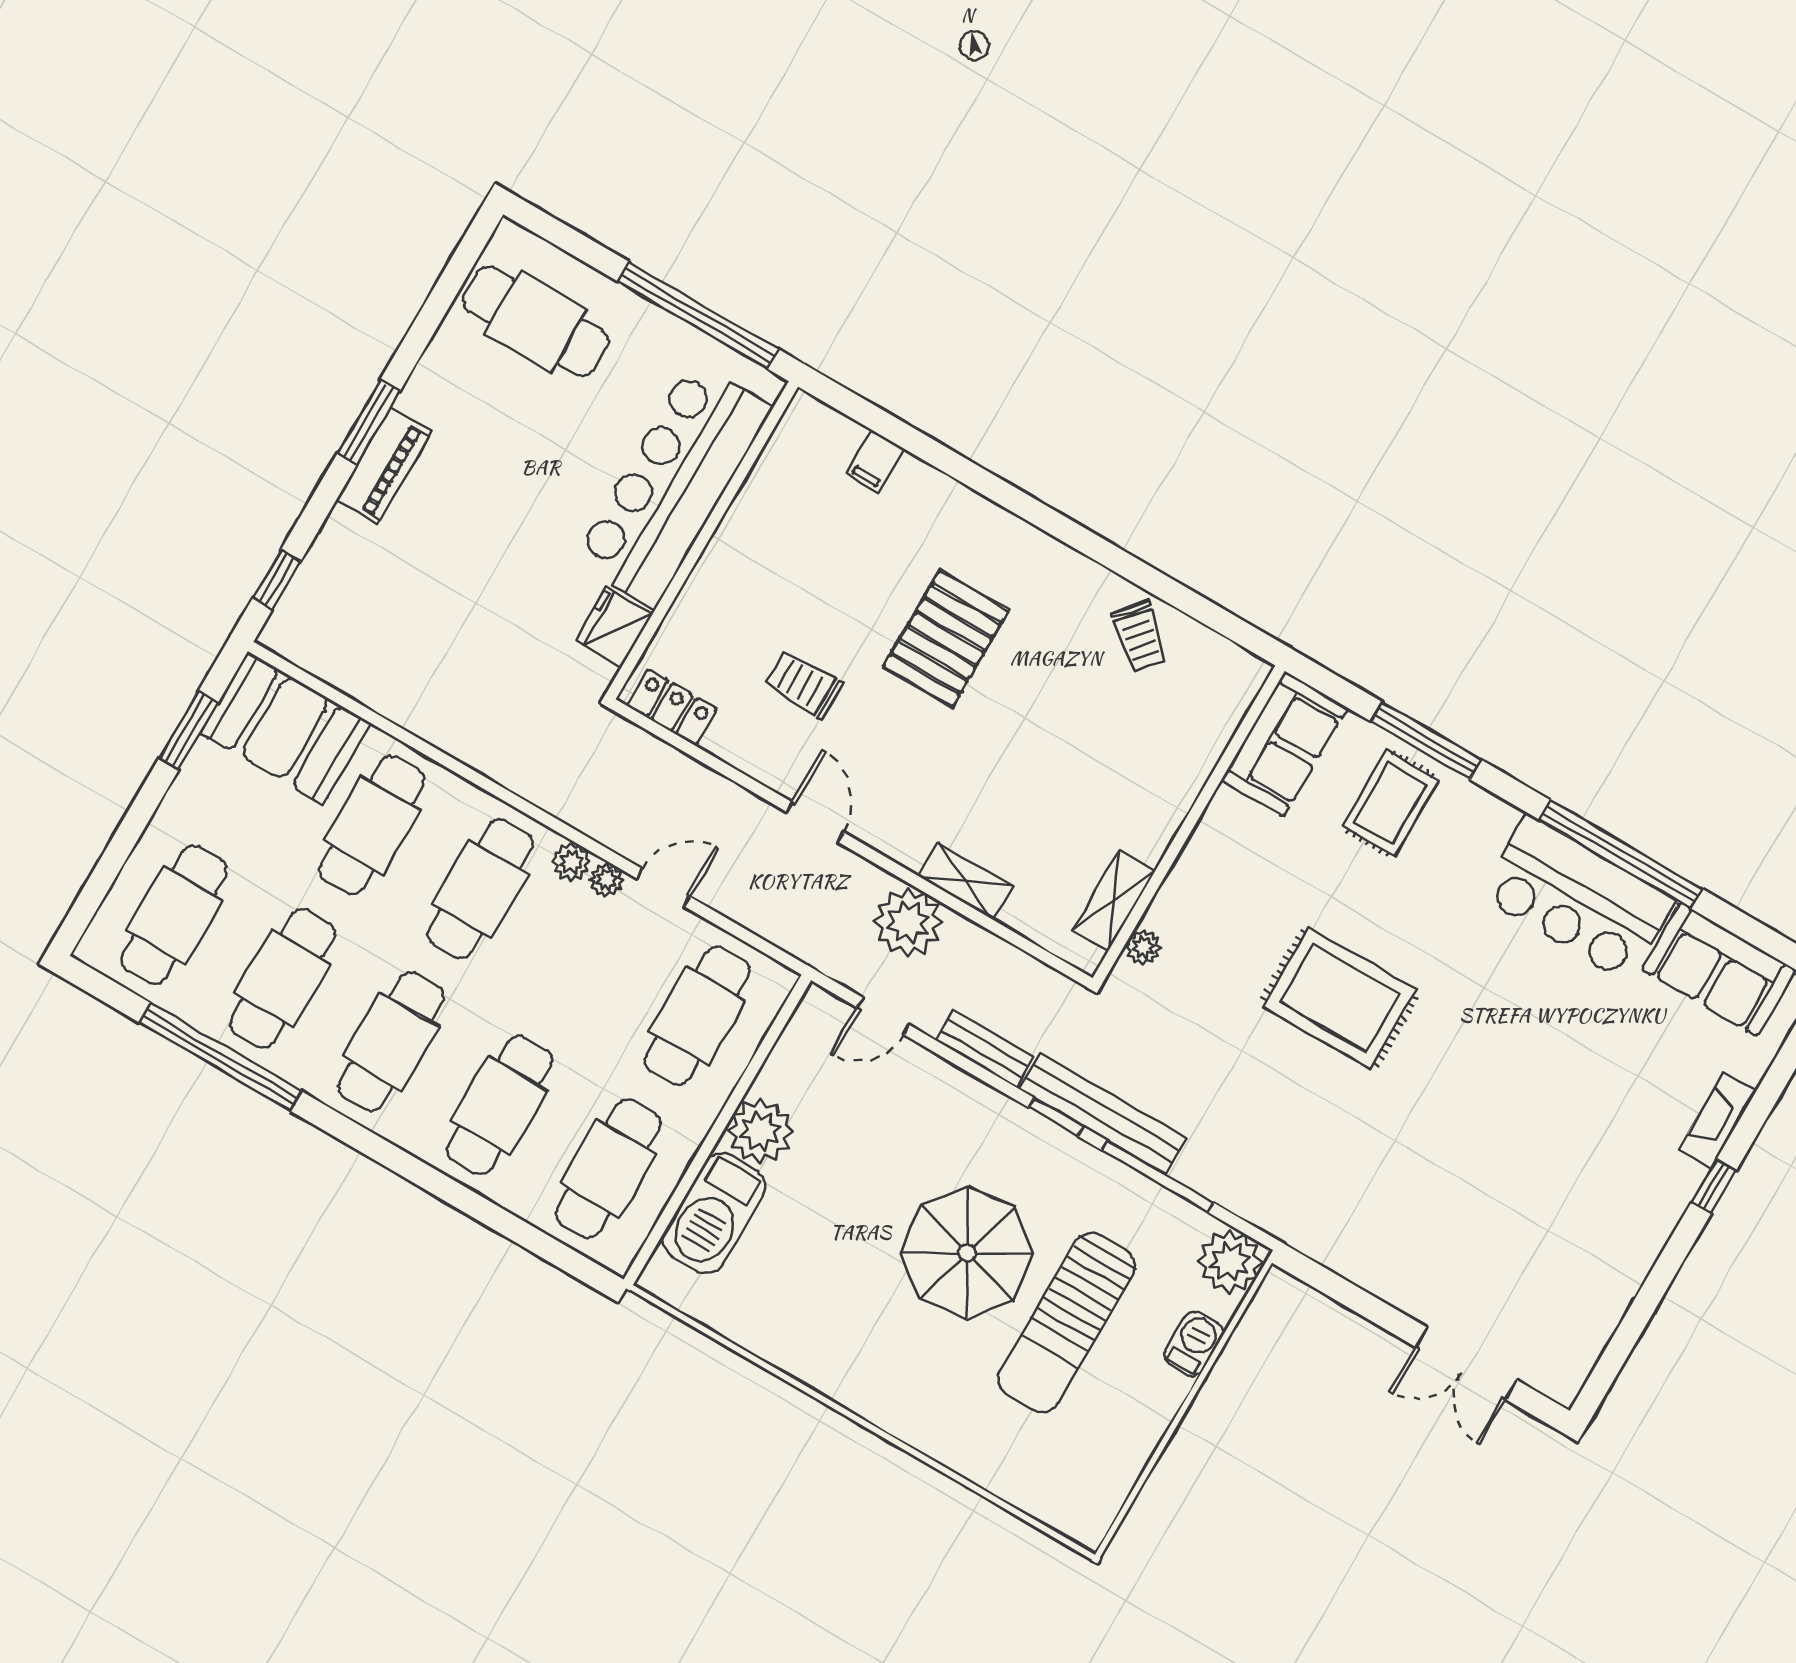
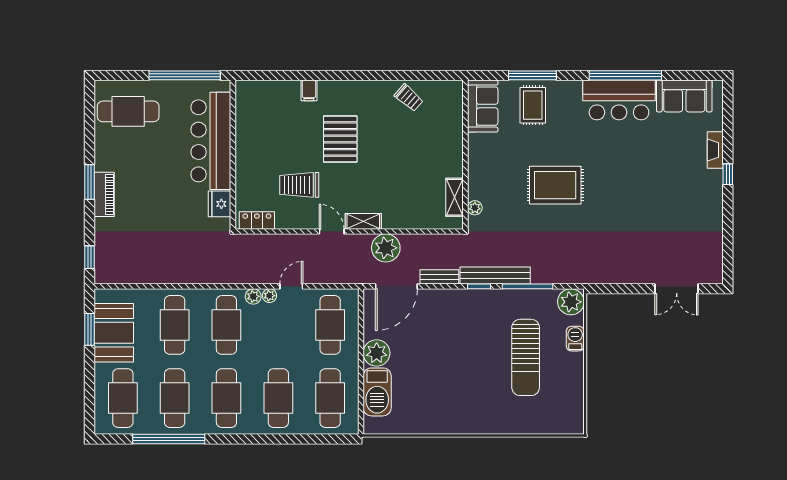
filing cabinet: (875, 461) -> (309, 90), moved
trolley: (804, 685) -> (299, 185), width x1.36, depth x1.39
booth: (285, 728) -> (114, 333), moved, turned 90
shelving: (965, 881) -> (363, 221), moved
door: (883, 1016) -> (396, 286), width x1.87
parasol: (967, 1253) -> (476, 353), removed

